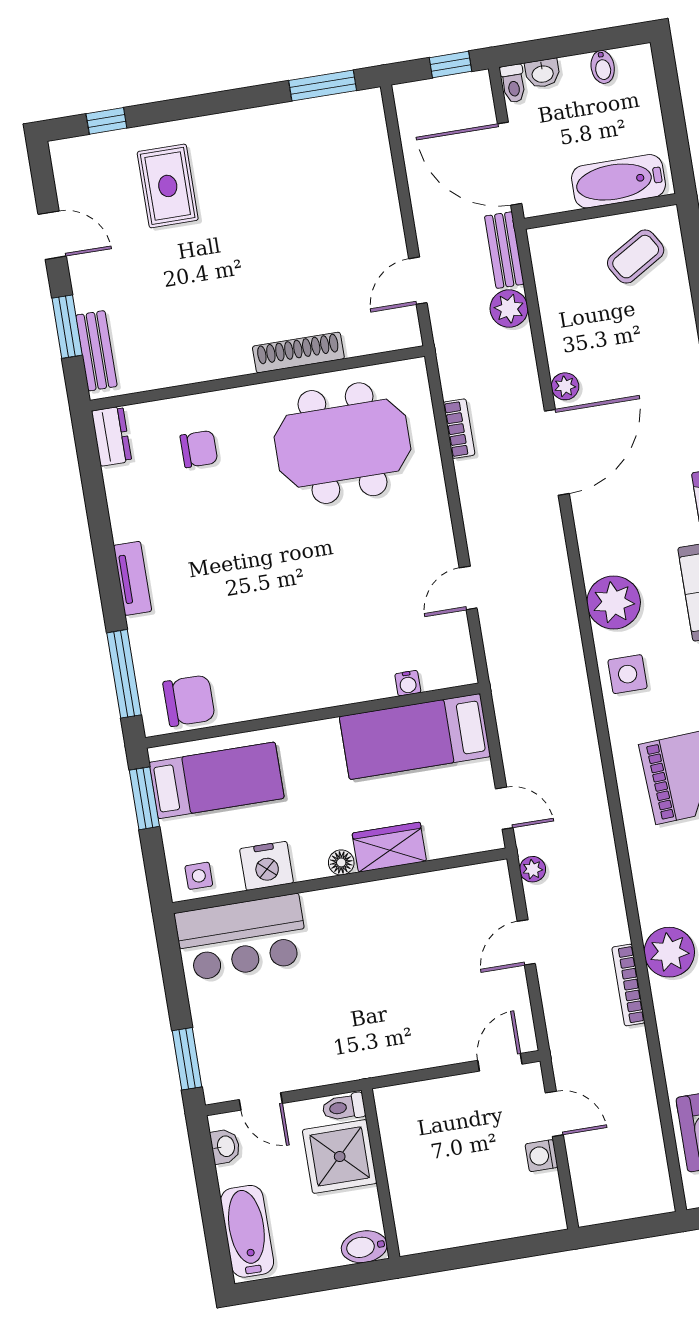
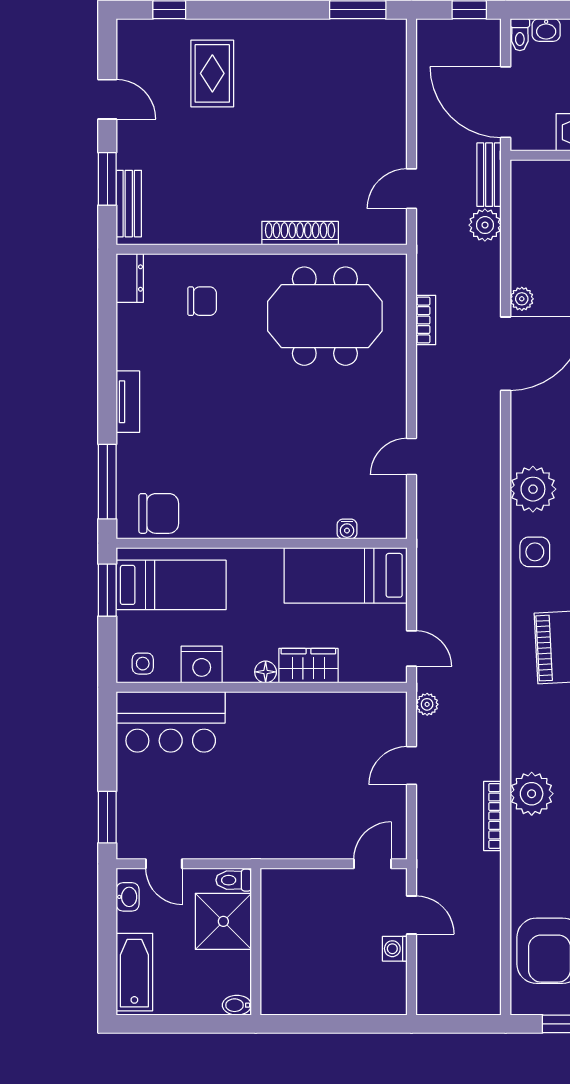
bidet: (364, 1247) -> (237, 1005), width x0.72, depth x0.74

